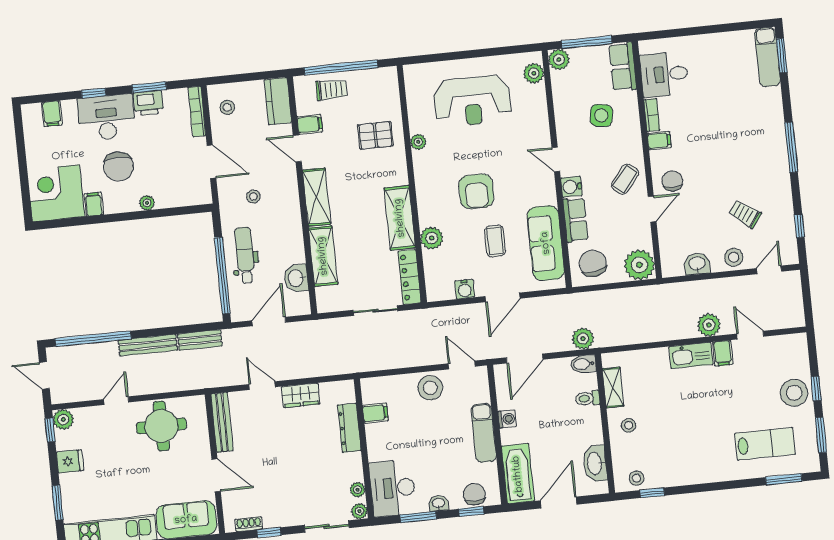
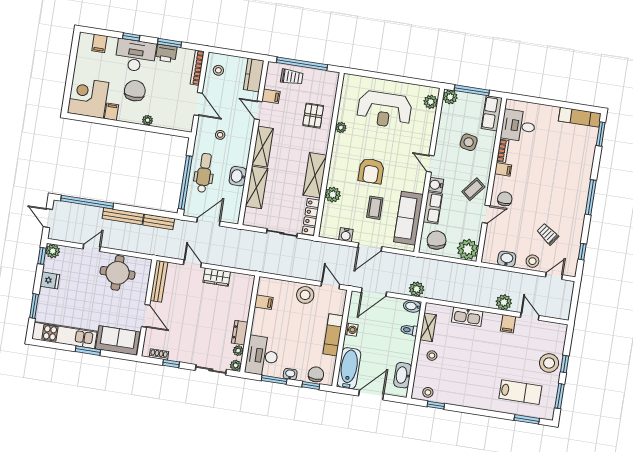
exam couch: (768, 57) -> (580, 117), moved, turned -90
pallet: (375, 135) -> (313, 116), turned 90
chair: (119, 166) -> (135, 91), turned 180
washbasin: (296, 278) -> (238, 176), moved
kitchen sink: (691, 355) -> (467, 317), moved
dresser: (349, 428) -> (240, 333), moved, width x0.70

